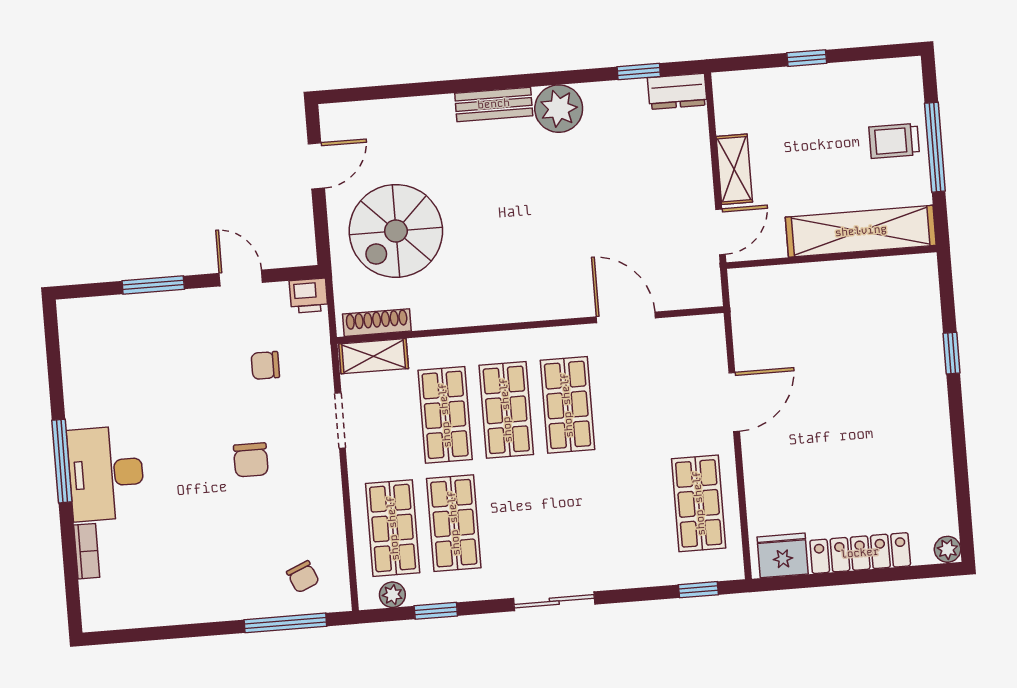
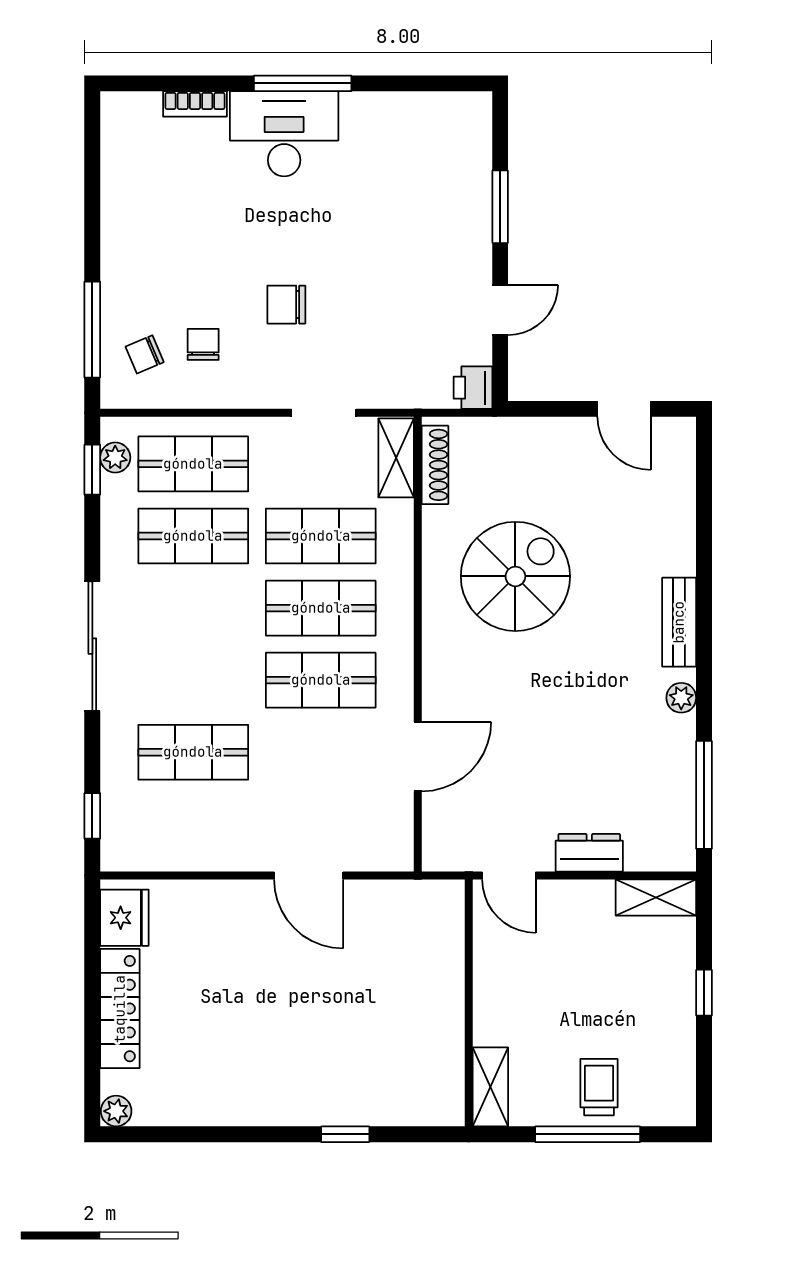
window: (639, 72) -> (704, 795), width x2.17
dresser: (677, 91) -> (589, 853), moved, turned 90
plant: (559, 109) -> (681, 698), width x0.53, depth x0.53
shelving: (734, 169) -> (656, 897), moved
spiral stairs: (396, 231) -> (515, 576), moved, turned 90
shelving: (861, 231) -> (490, 1087), width x0.45, depth x0.75
chair: (265, 365) -> (203, 344), moved
shop shelf: (699, 503) -> (193, 752), moved
sliding door: (554, 601) -> (92, 646), width x1.37
window: (436, 611) -> (92, 470), moved

